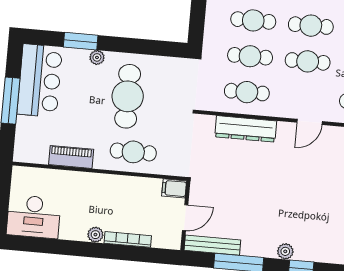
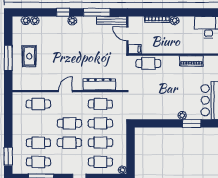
cafe table: (128, 96) -> (164, 96), removed
cafe table: (133, 152) -> (148, 63), moved
door: (185, 218) -> (127, 34), hinge flipped

